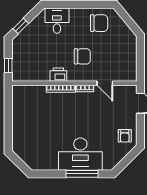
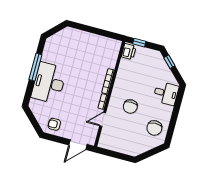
printer: (58, 75) -> (129, 52), moved
window: (82, 174) -> (35, 67), moved

